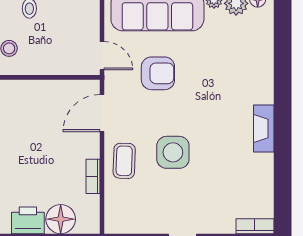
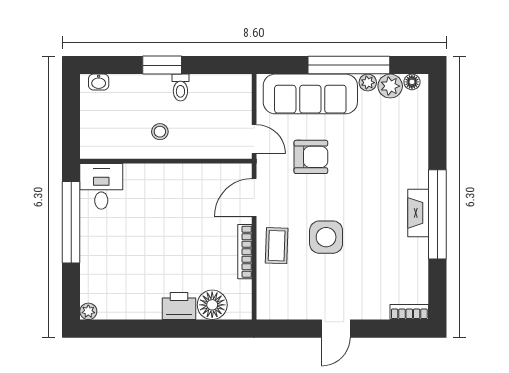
window: (283, 130) -> (437, 214), added
bookcase: (93, 176) -> (245, 252), width x1.56

